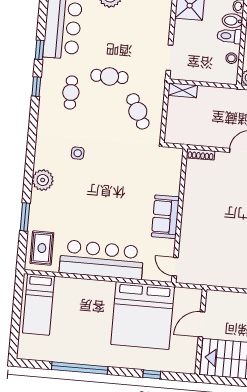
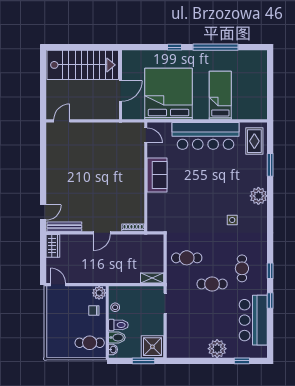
cafe table: (138, 111) -> (187, 258), turned -63
bed: (39, 305) -> (220, 95), moved
window: (152, 374) -> (174, 47), moved

